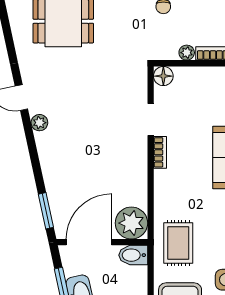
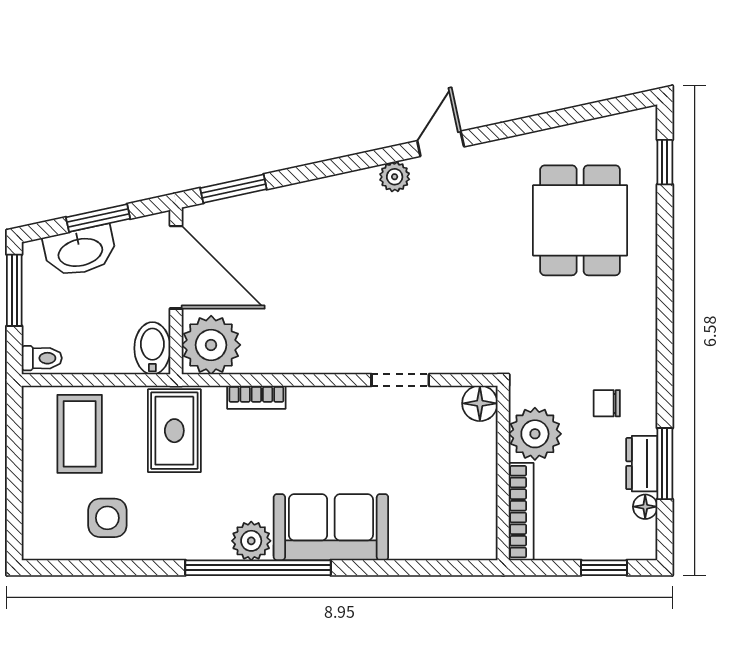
plant: (187, 53) -> (535, 434), width x1.88, depth x1.88
bookcase: (160, 152) -> (256, 397), moved
rug: (178, 243) -> (174, 431), turned 90

